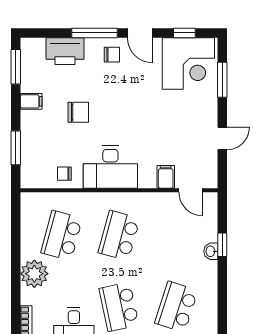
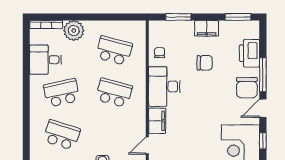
chair: (112, 55) -> (247, 88), width x1.87, depth x1.87
filing cabinet: (31, 101) -> (207, 28), width x2.00
chair: (78, 112) -> (205, 63), turned -90
filing cabinet: (166, 177) -> (157, 121), width x2.00
plant: (34, 274) -> (74, 31), moved

